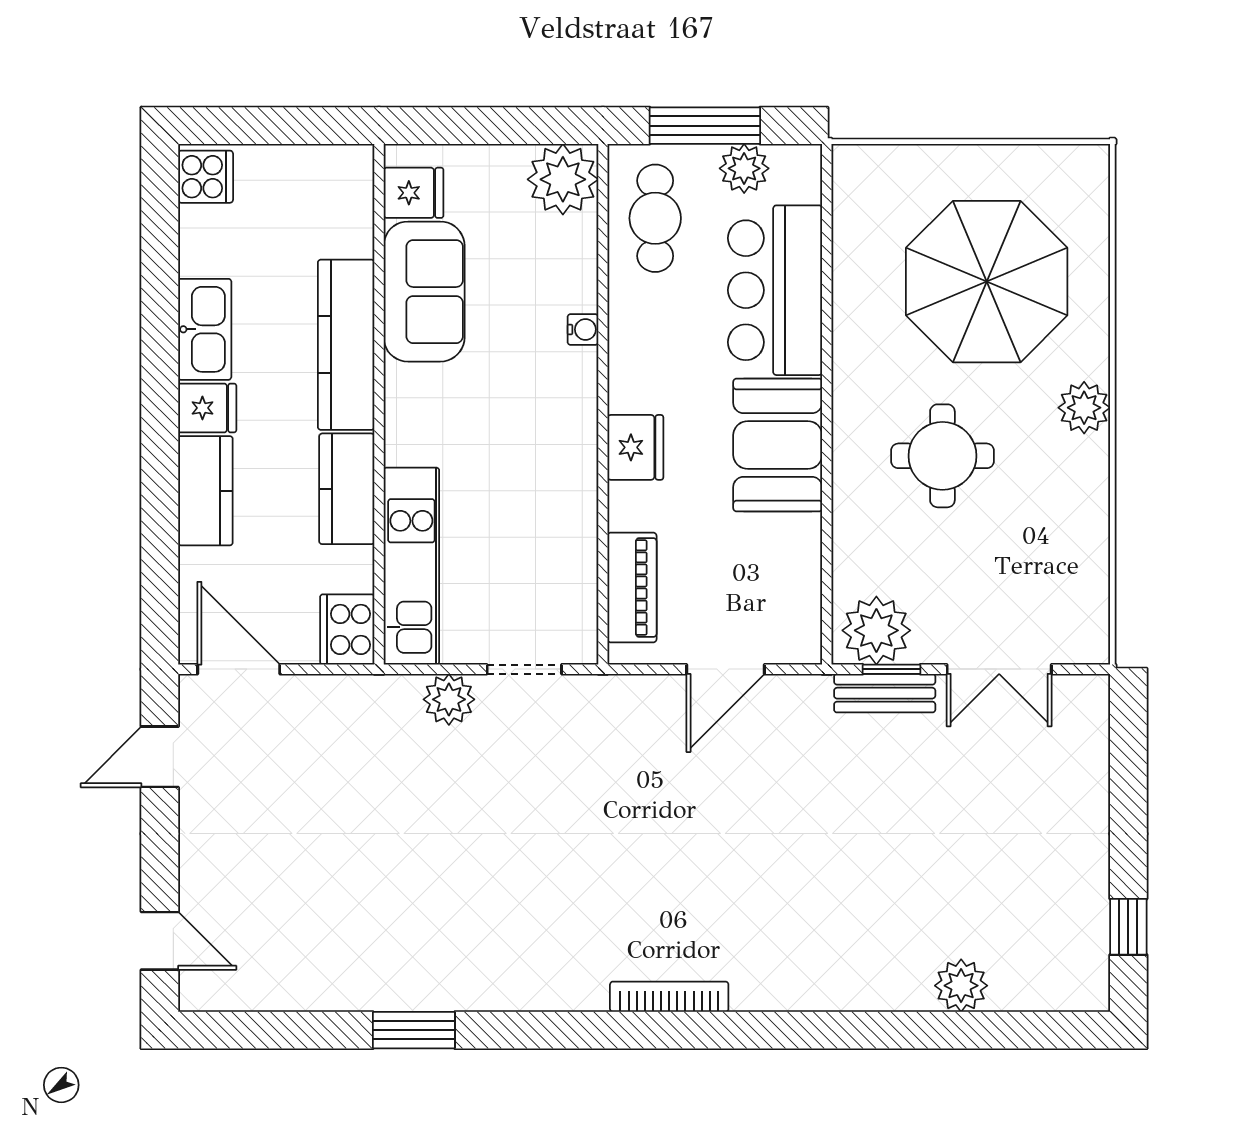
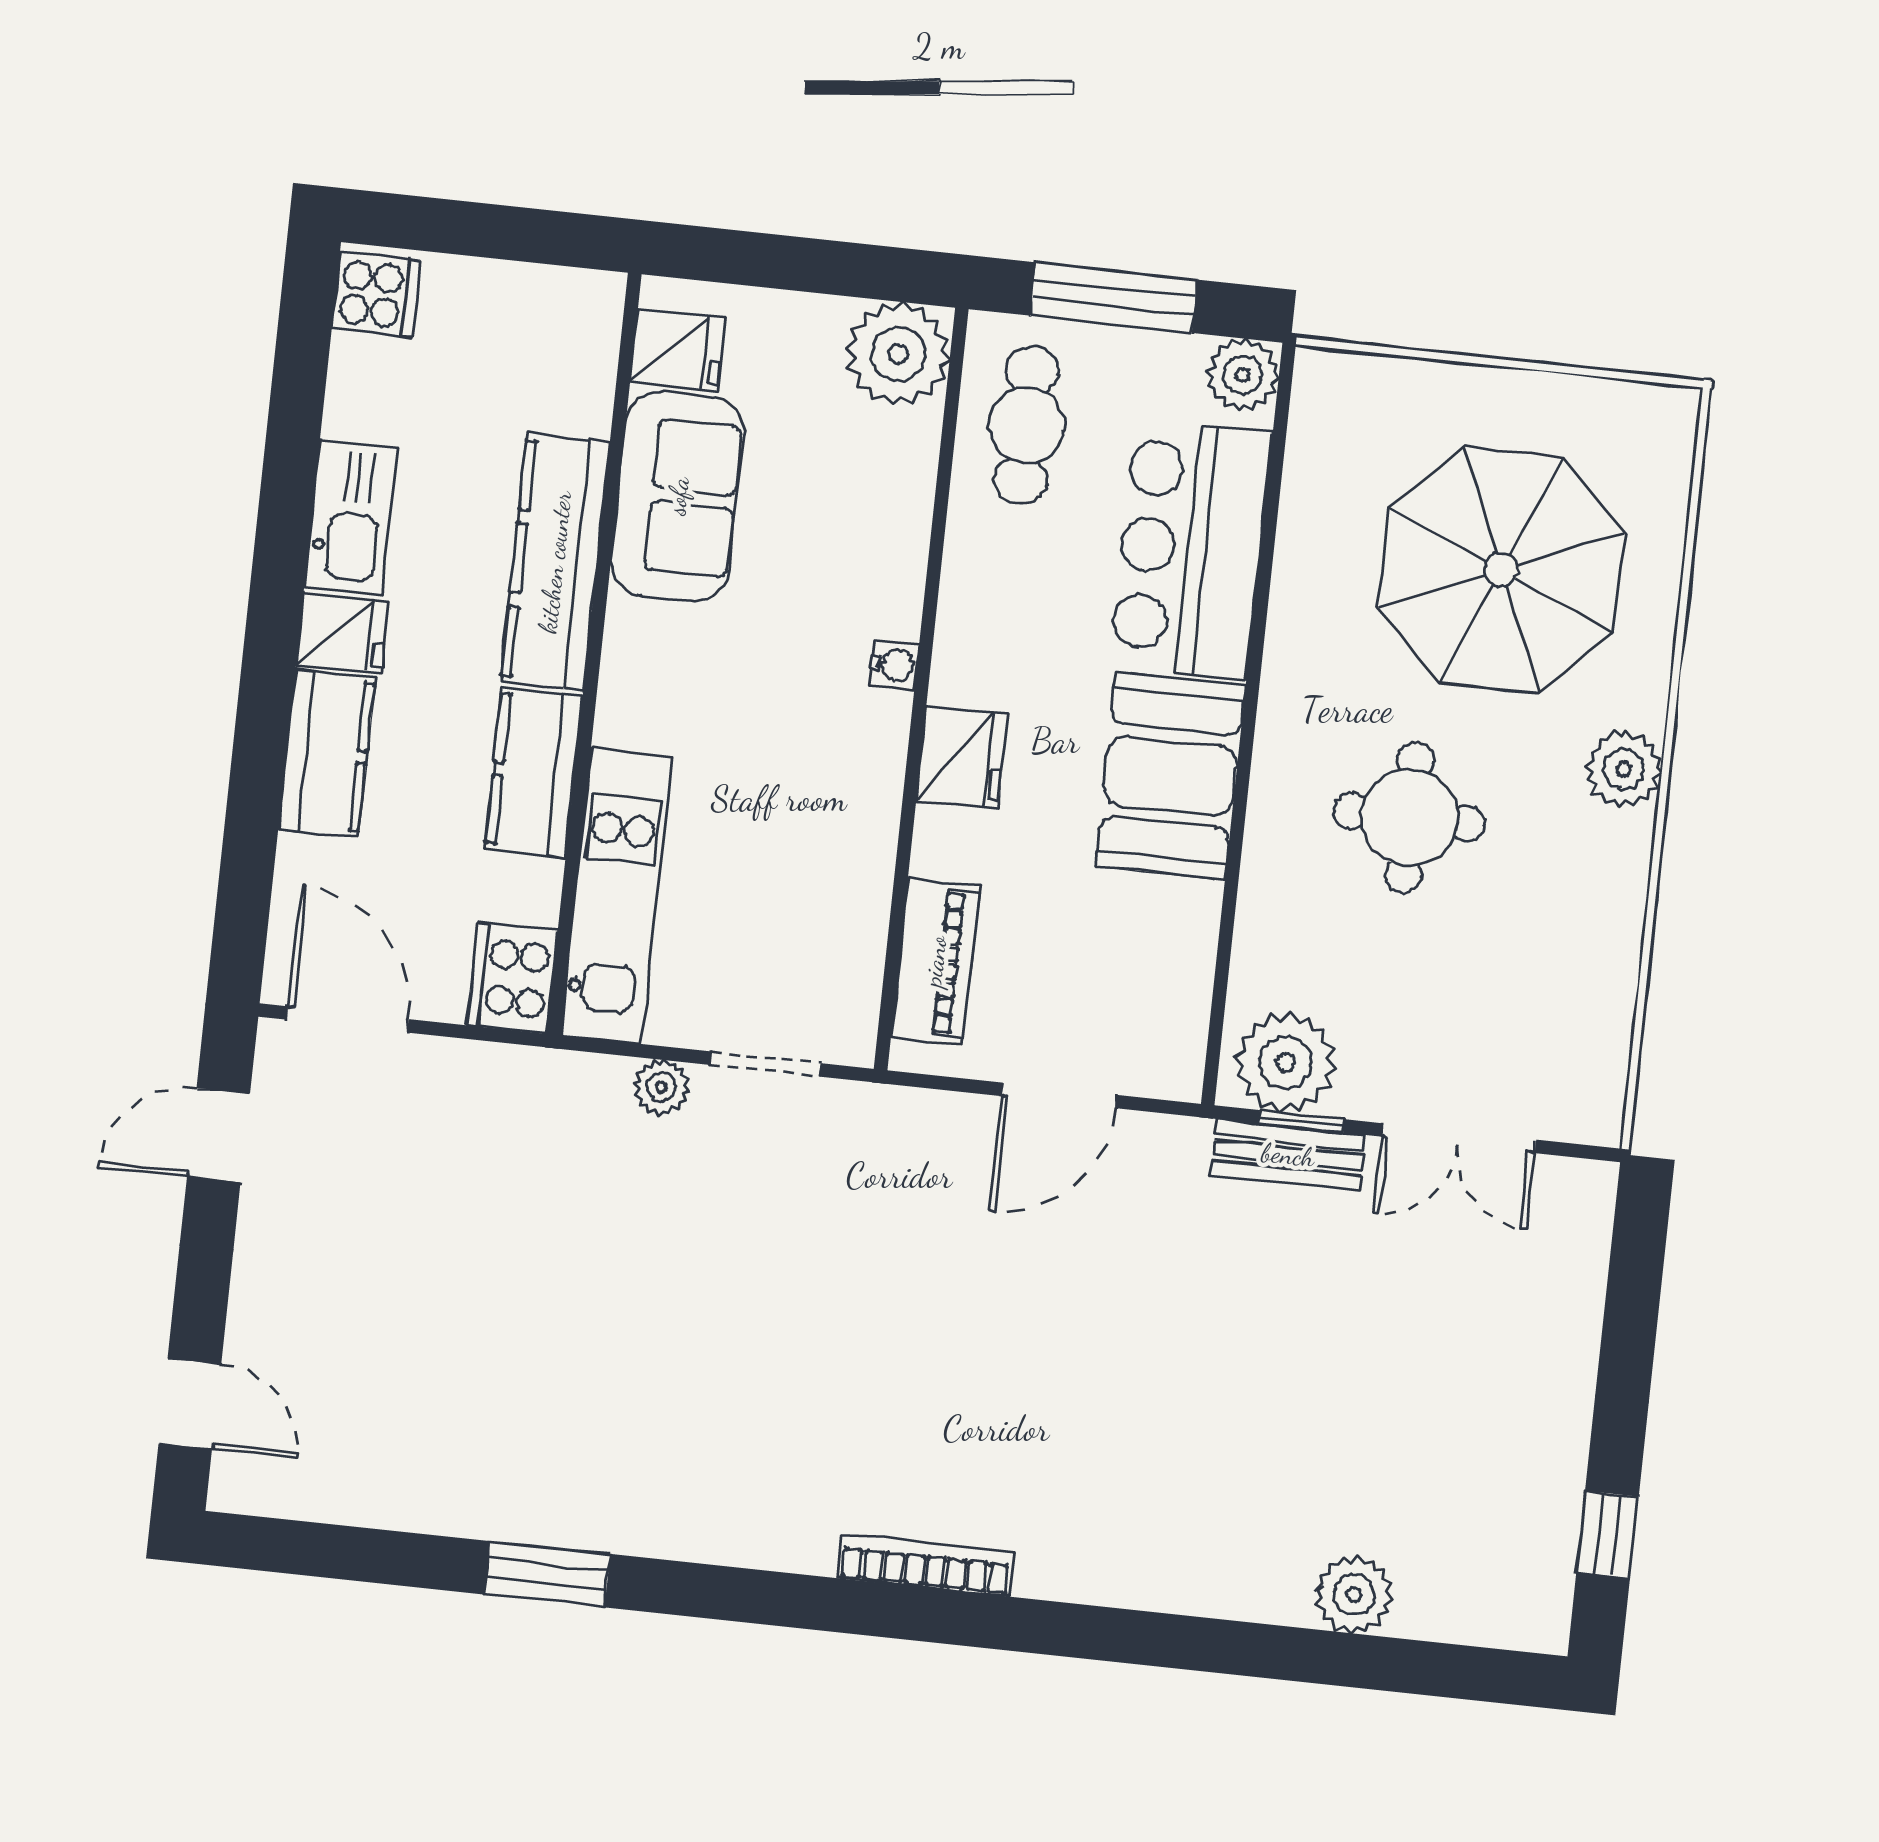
plant: (744, 168) -> (1243, 375), moved
water cooler: (583, 329) -> (894, 665), moved
plant: (449, 699) -> (661, 1087), width x0.73, depth x0.73

